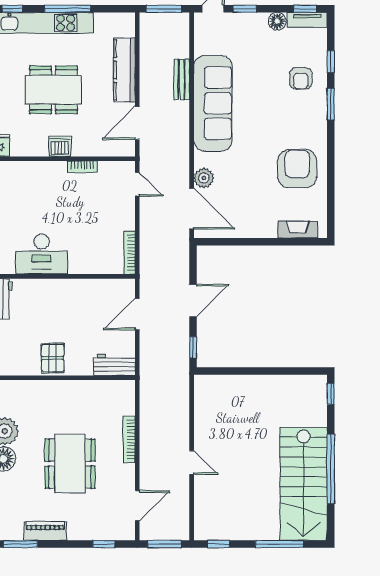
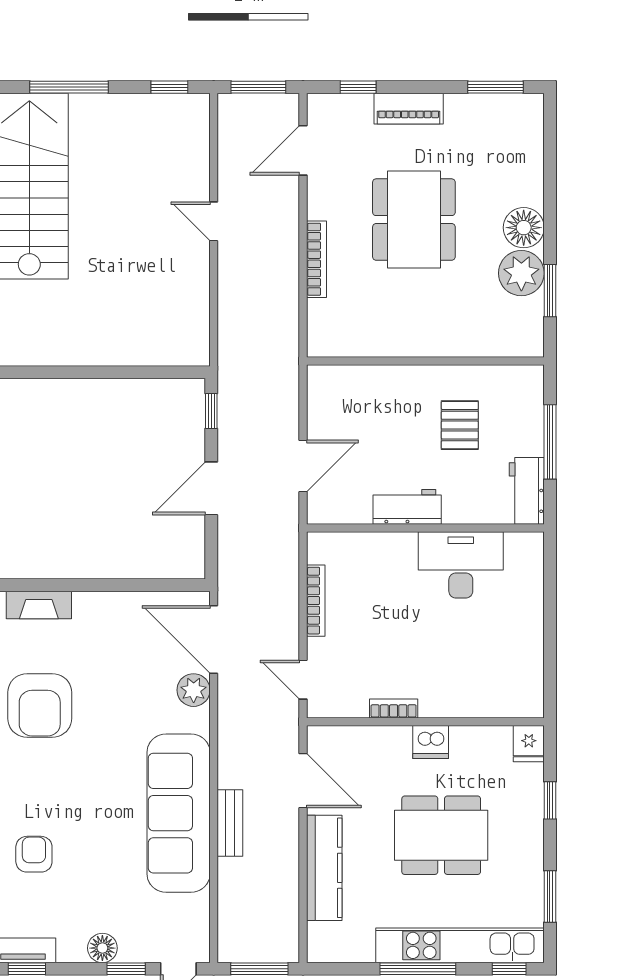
floor lamp: (277, 21) -> (102, 948), moved
bench: (182, 79) -> (230, 823), moved
door: (137, 123) -> (303, 781), hinge flipped
bookcase: (130, 253) -> (316, 601), moved
pallet: (53, 358) -> (460, 425), moved
workbench: (115, 365) -> (407, 507), moved, turned 180
piano: (45, 531) -> (409, 109), moved

